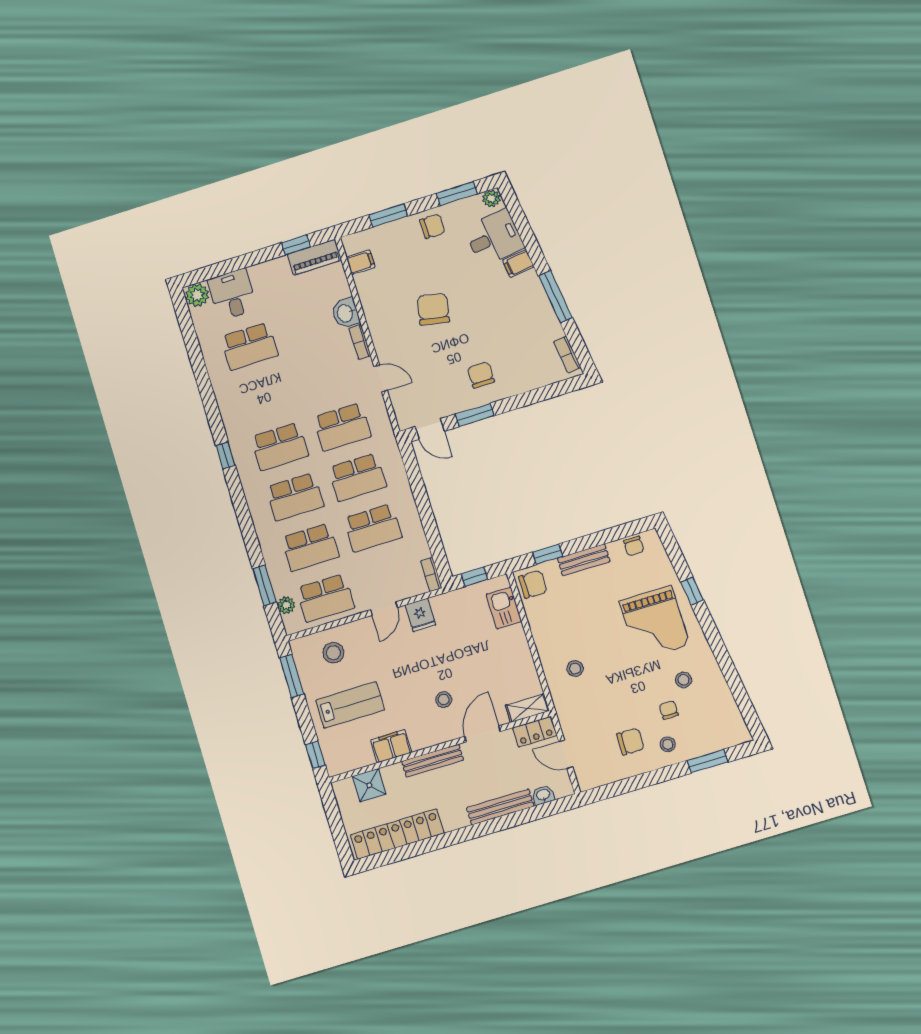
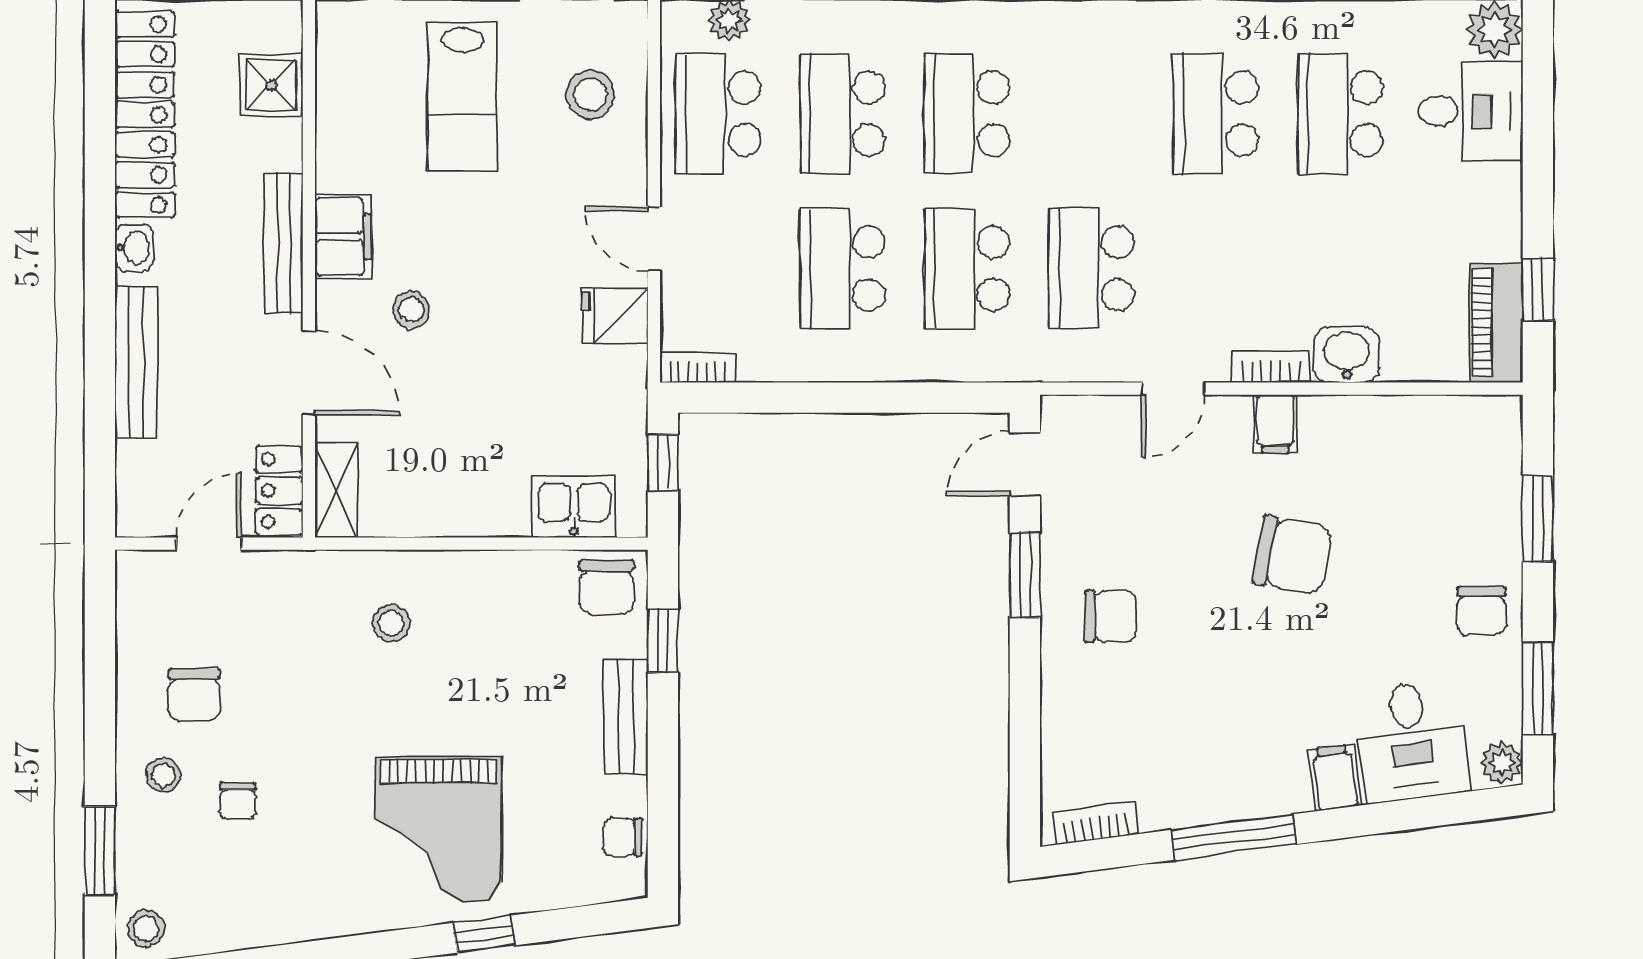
filing cabinet: (361, 262) -> (1275, 424), moved
school desk: (280, 446) -> (1216, 114), moved
grand piano: (654, 623) -> (438, 830), turned -90
stool: (683, 680) -> (146, 928), moved
chair: (669, 710) -> (238, 801), turned 90
filing cabinet: (391, 746) -> (343, 237), moved
washbasin: (543, 795) -> (134, 248), moved

